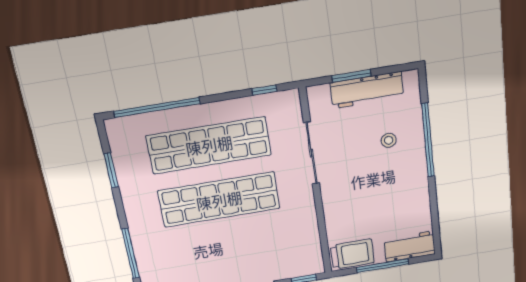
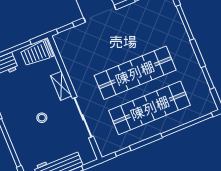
stool: (389, 140) -> (42, 118), moved
shelving: (331, 204) -> (61, 86), added

